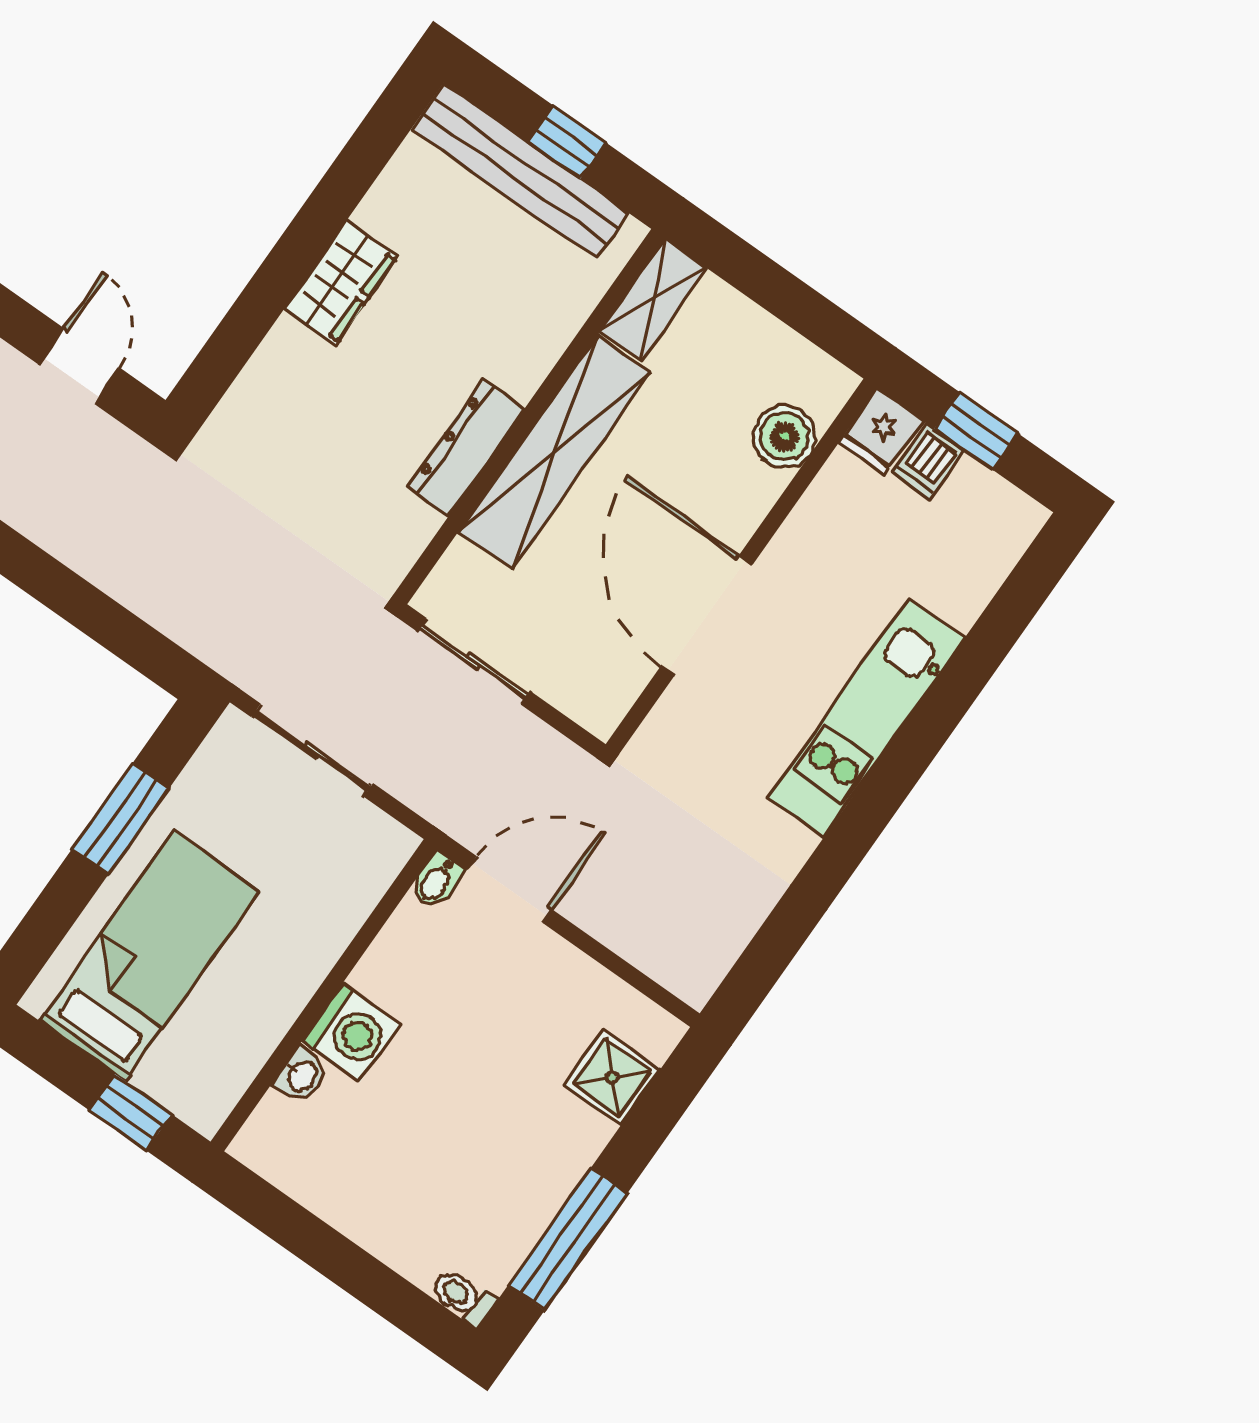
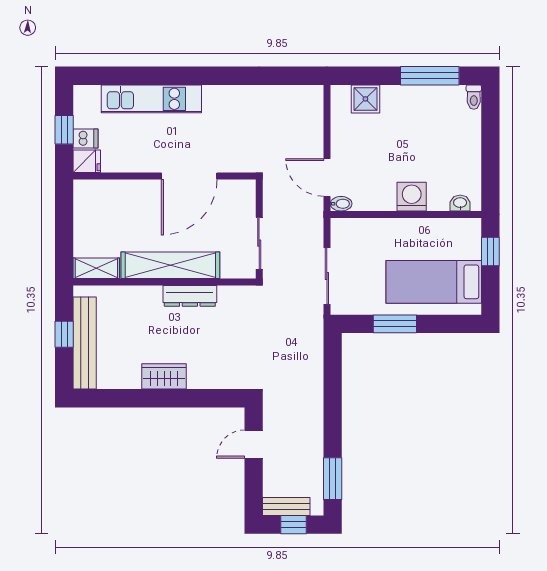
boiler: (784, 437) -> (111, 192), removed
kitchen unit: (866, 718) -> (151, 99), moved
washbasin: (301, 1076) -> (460, 203), moved

